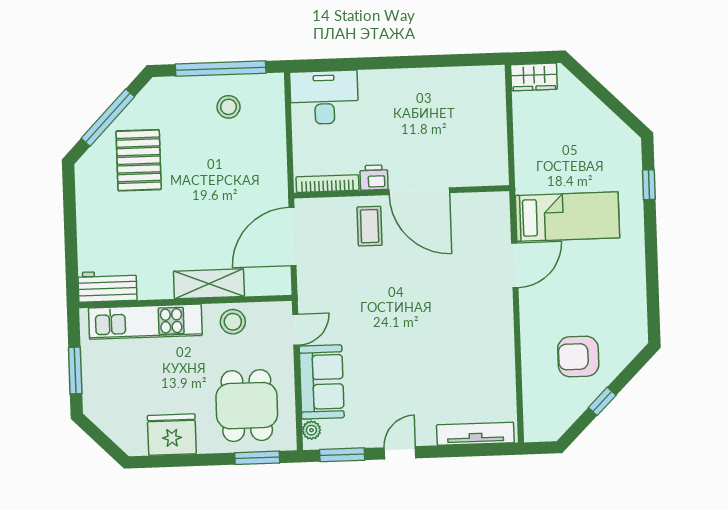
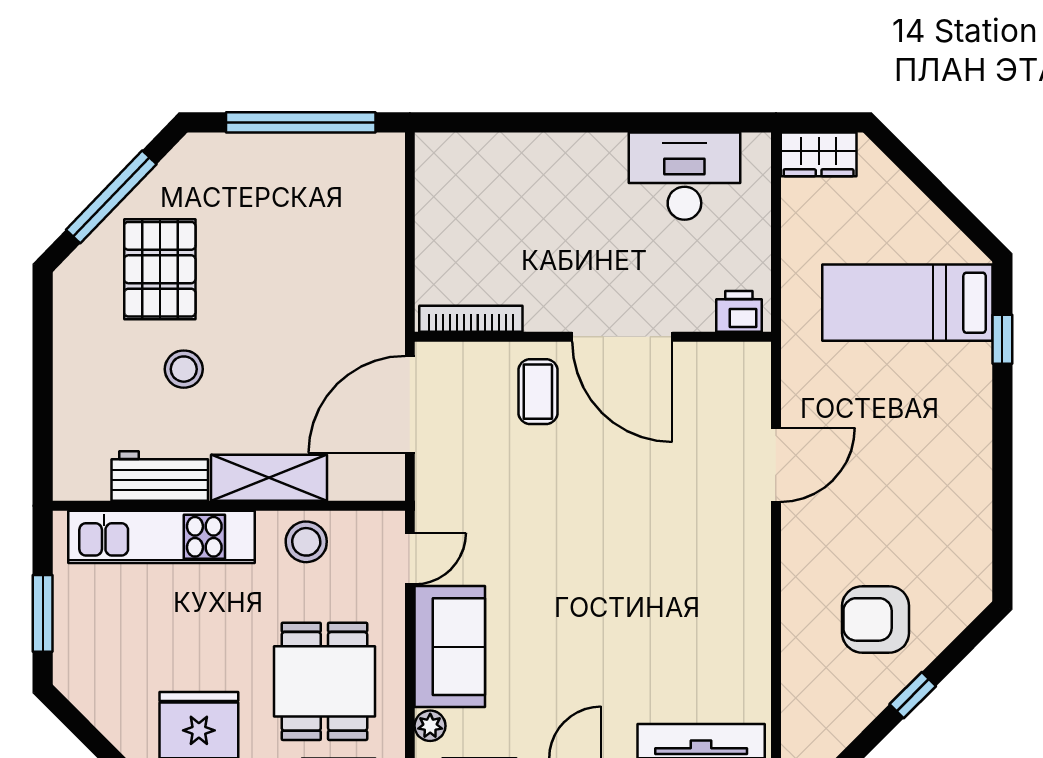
desk: (324, 97) -> (684, 176), moved
stool: (229, 107) -> (184, 369), moved
printer: (374, 178) -> (739, 311), moved
bed: (567, 217) -> (907, 303), moved, turned 180
workbench: (107, 286) -> (160, 476), moved

